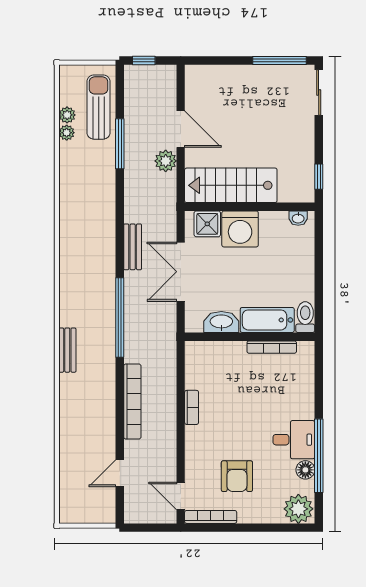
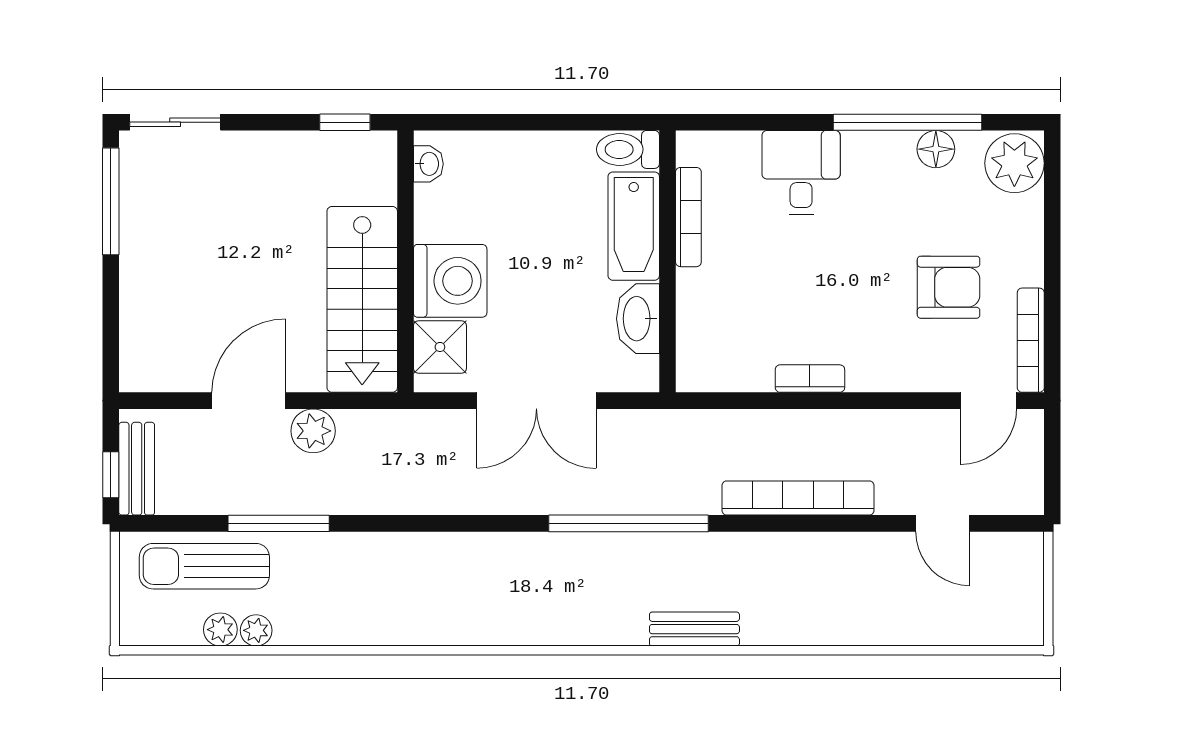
bench: (133, 247) -> (137, 469), moved, turned 90
desk: (294, 440) -> (801, 172), moved

